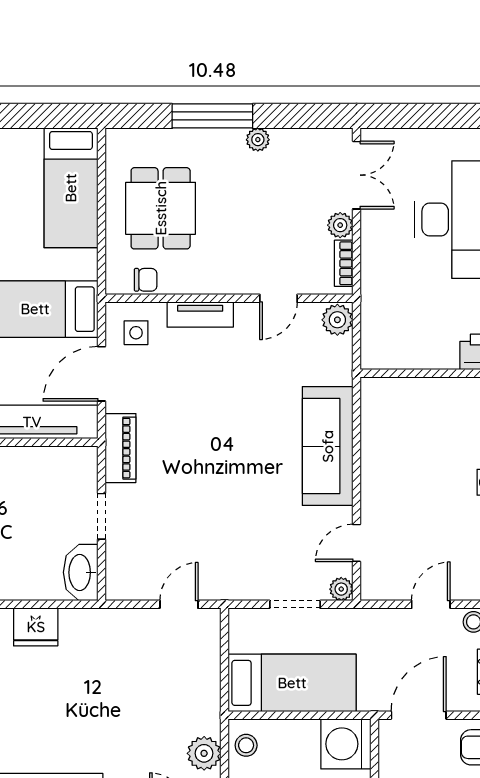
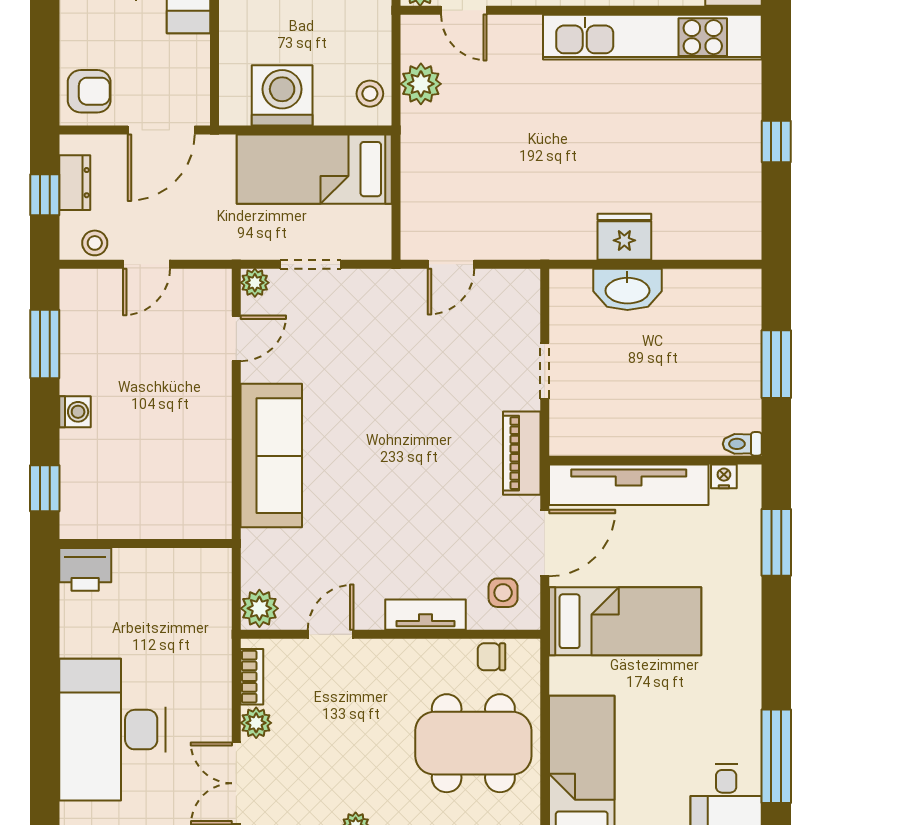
dining table: (161, 208) -> (473, 743), width x1.38
washbasin: (81, 572) -> (627, 289), moved, turned 90
washing machine: (346, 744) -> (282, 95), moved, turned -90

